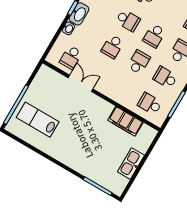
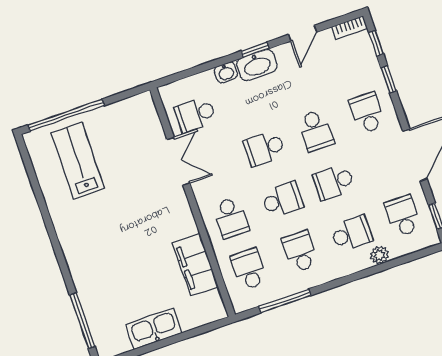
school desk: (123, 88) -> (231, 218), added

